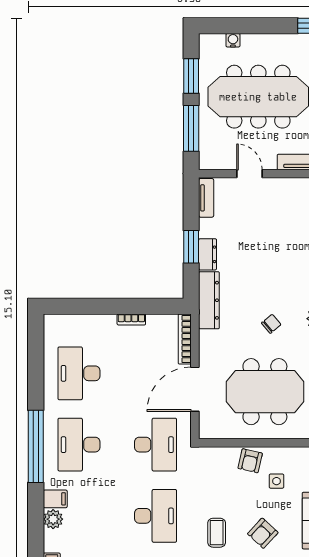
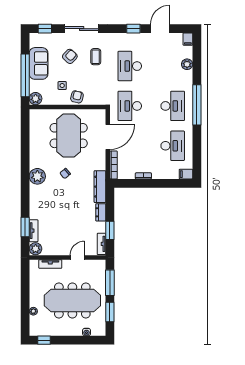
door: (249, 174) -> (77, 257), swing flipped
window: (191, 247) -> (110, 230), moved
meeting table: (265, 392) -> (69, 136), turned 90
filing cabinet: (55, 499) -> (186, 174), moved

